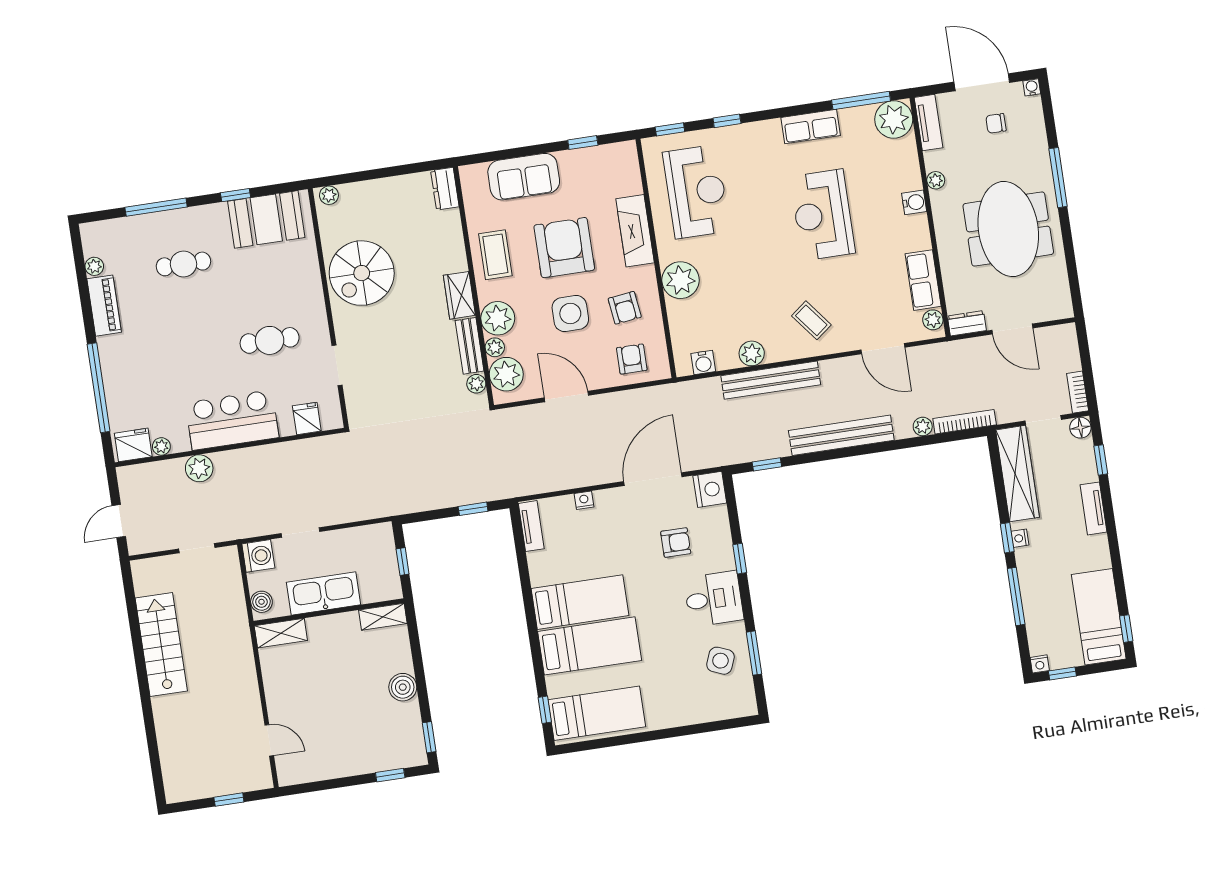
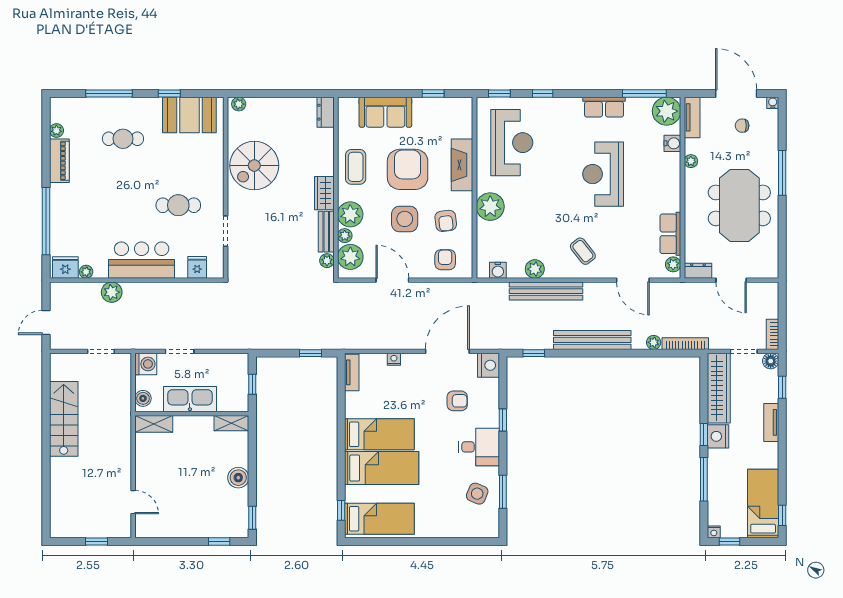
water cooler: (914, 202) -> (672, 143), moved
nightstand: (1020, 538) -> (718, 436), width x1.89, depth x1.79

